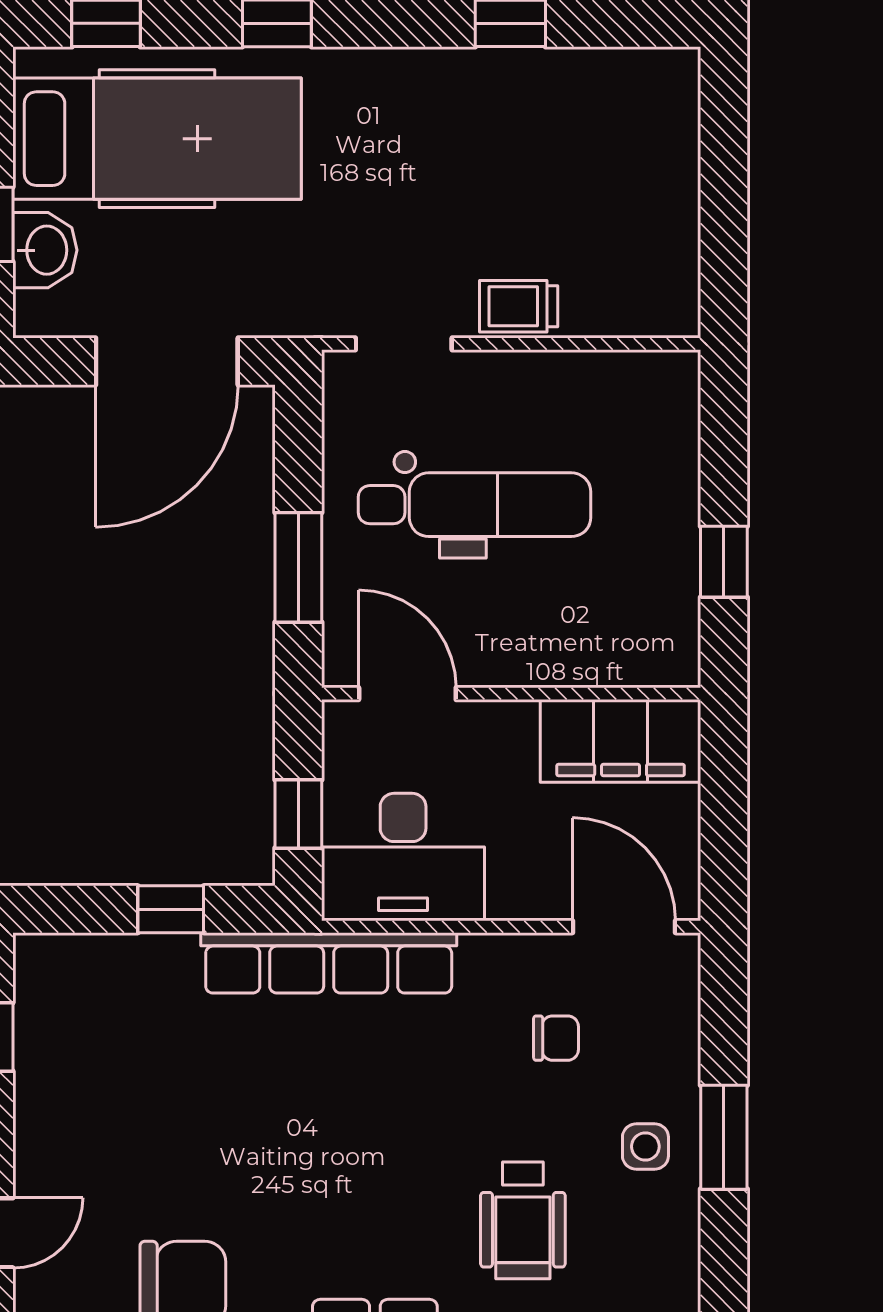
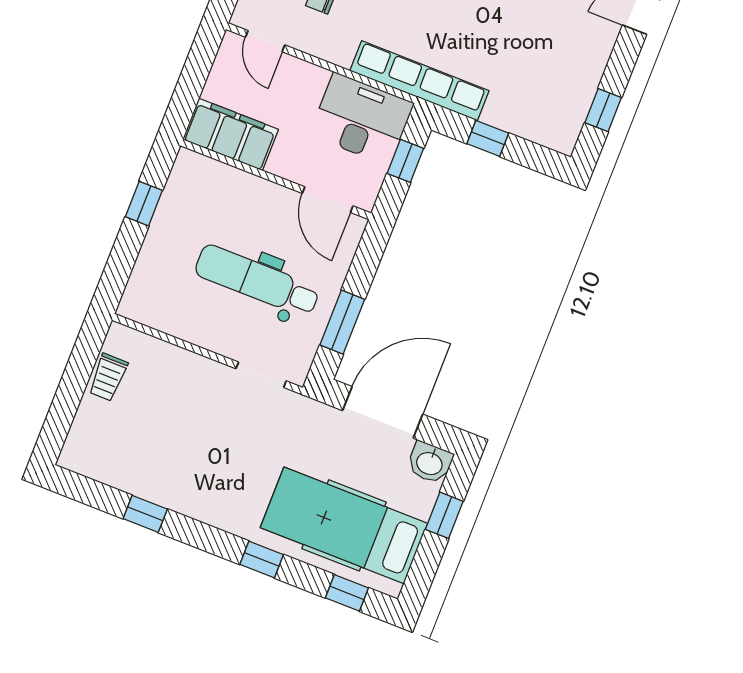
washbasin: (45, 250) -> (430, 463), moved, turned -90
trolley: (519, 306) -> (108, 377), moved, turned 90
window: (298, 567) -> (342, 322), moved
door: (624, 927) -> (265, 41), width x0.73

